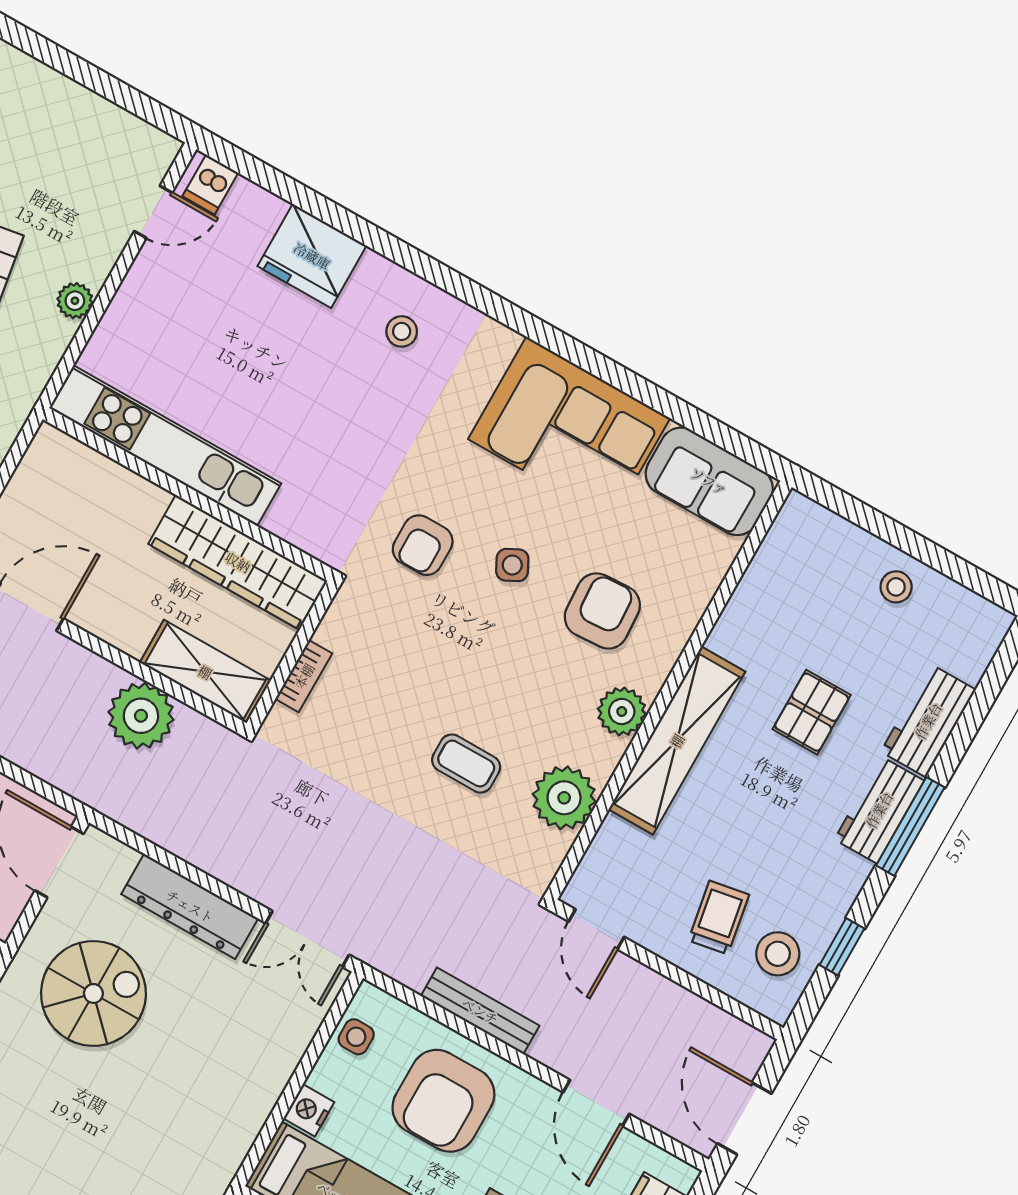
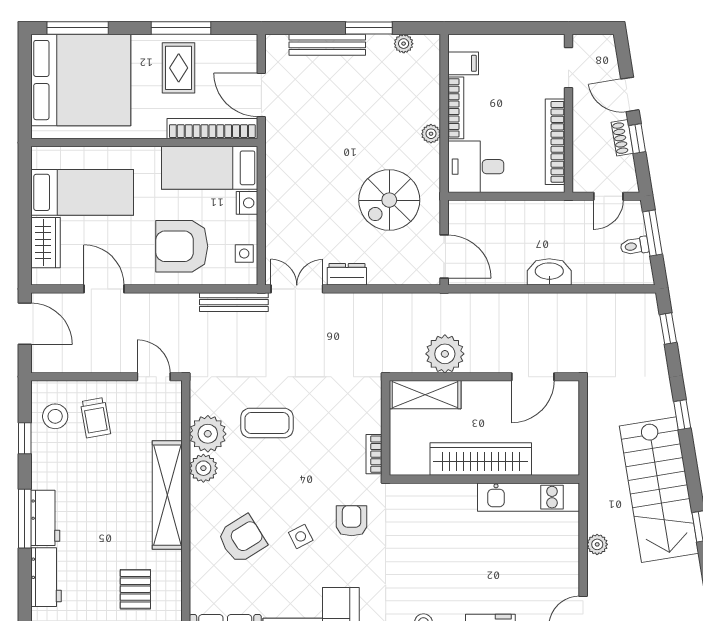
kitchen unit: (165, 446) -> (529, 497), width x0.73
wardrobe: (238, 562) -> (481, 459), moved
armchair: (602, 611) -> (242, 539), turned -119
bookcase: (304, 676) -> (374, 454), moved
plant: (622, 712) -> (203, 468), moved
pallet: (812, 712) -> (135, 589), moved
coffee table: (466, 764) -> (267, 423), width x1.36, depth x1.30
dresser: (190, 906) -> (347, 274), width x0.51, depth x0.80
bench: (480, 1011) -> (234, 302), moved
armchair: (443, 1101) -> (182, 246), turned -90

